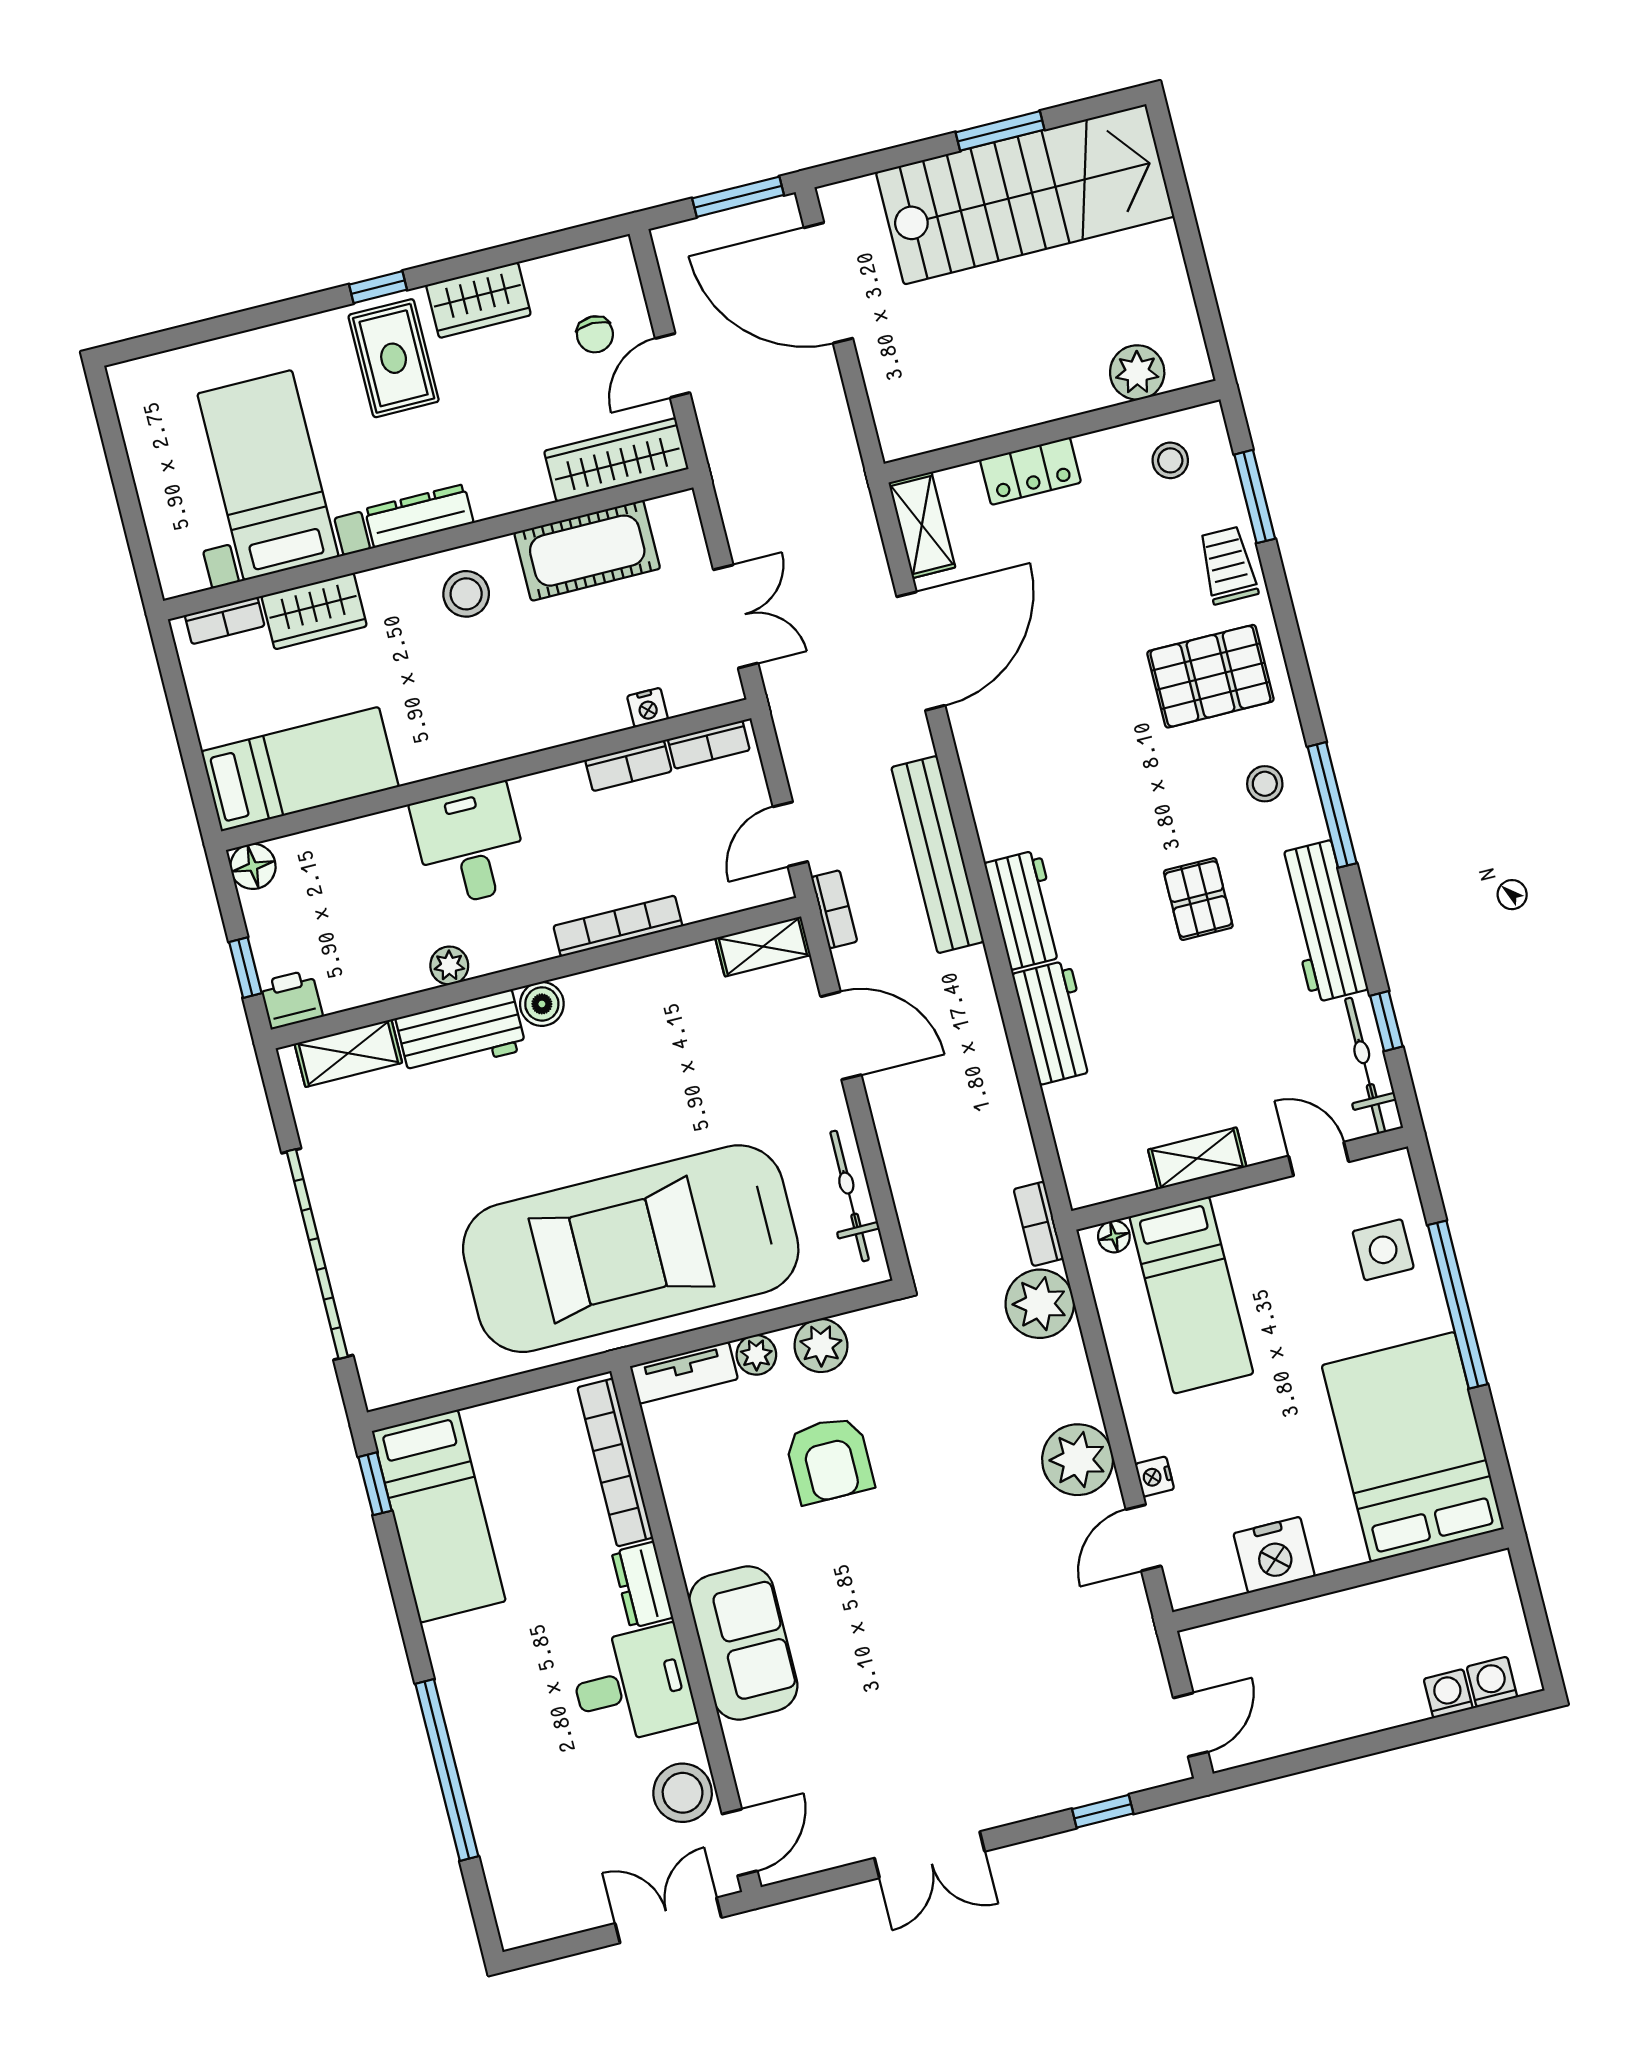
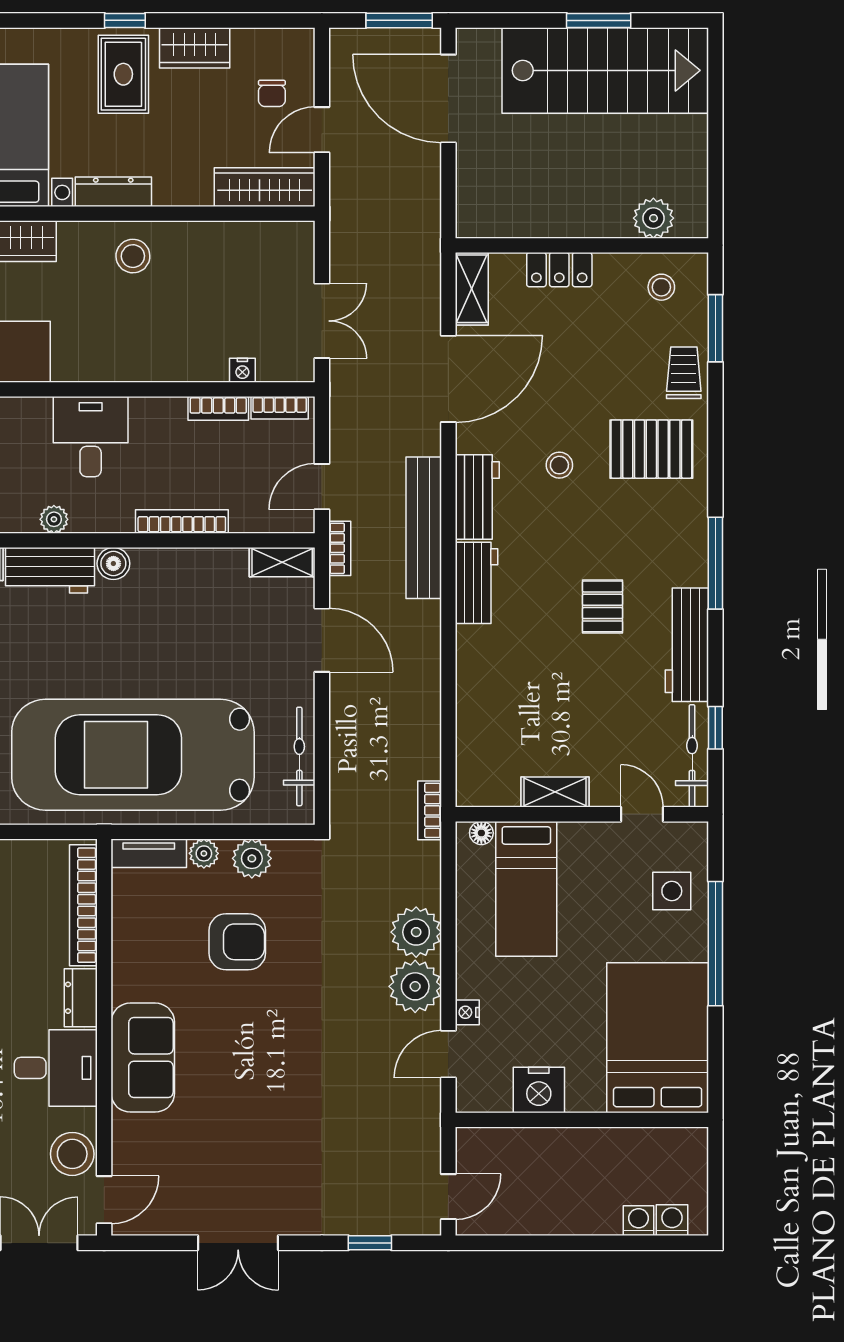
cot: (587, 551) -> (227, 247), removed
stool: (1265, 784) -> (559, 465), moved
workbench: (1054, 1022) -> (477, 497), moved
plant: (1040, 1304) -> (416, 932), moved
armchair: (829, 1460) -> (237, 942), turned -90

